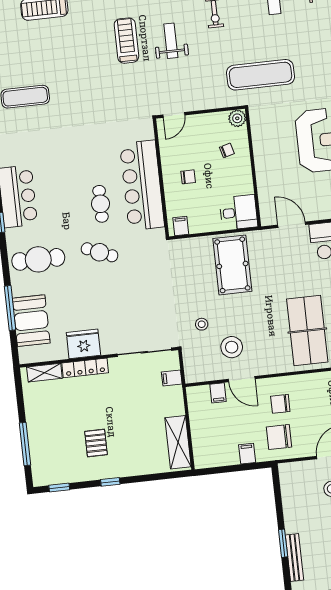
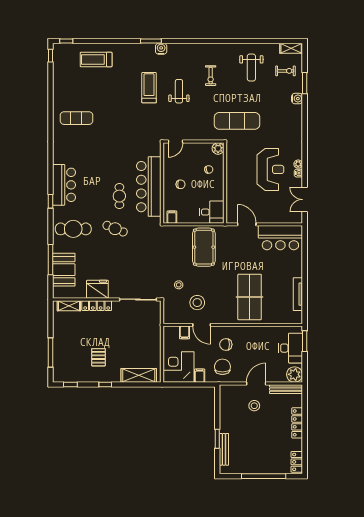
filing cabinet: (172, 378) -> (154, 319), removed
chair: (279, 437) -> (222, 367), turned 90
shelving: (178, 442) -> (139, 375), moved, turned 90
corner desk: (215, 444) -> (178, 367), added

